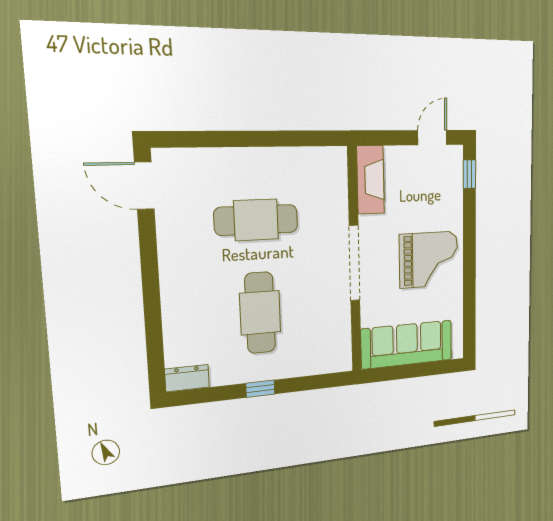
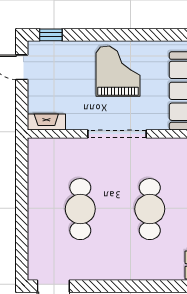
fireplace: (370, 180) -> (46, 122), width x0.73, depth x0.76
cafe table: (260, 313) -> (150, 209), turned 90

